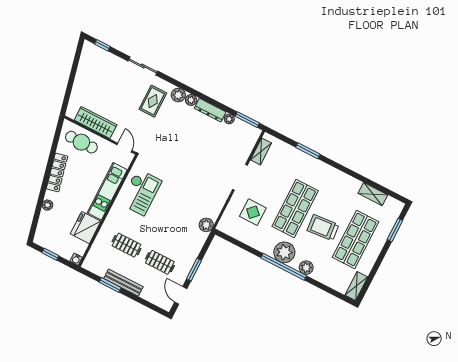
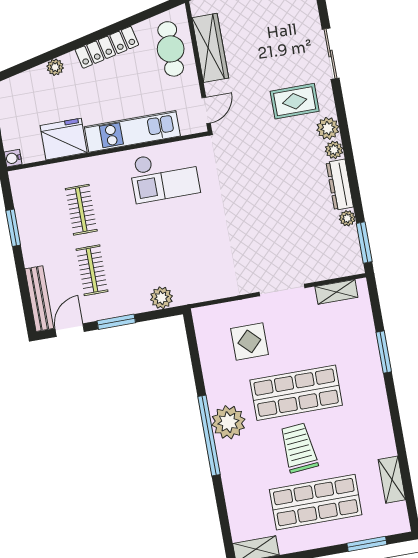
plant: (206, 225) -> (161, 298), moved
plant: (306, 268) -> (230, 466), removed
bench: (123, 283) -> (39, 299), moved

